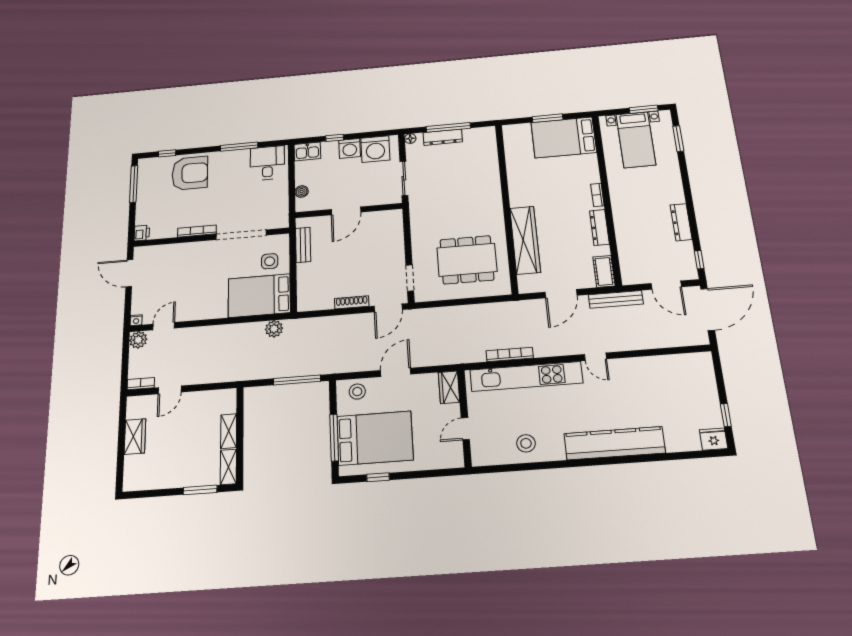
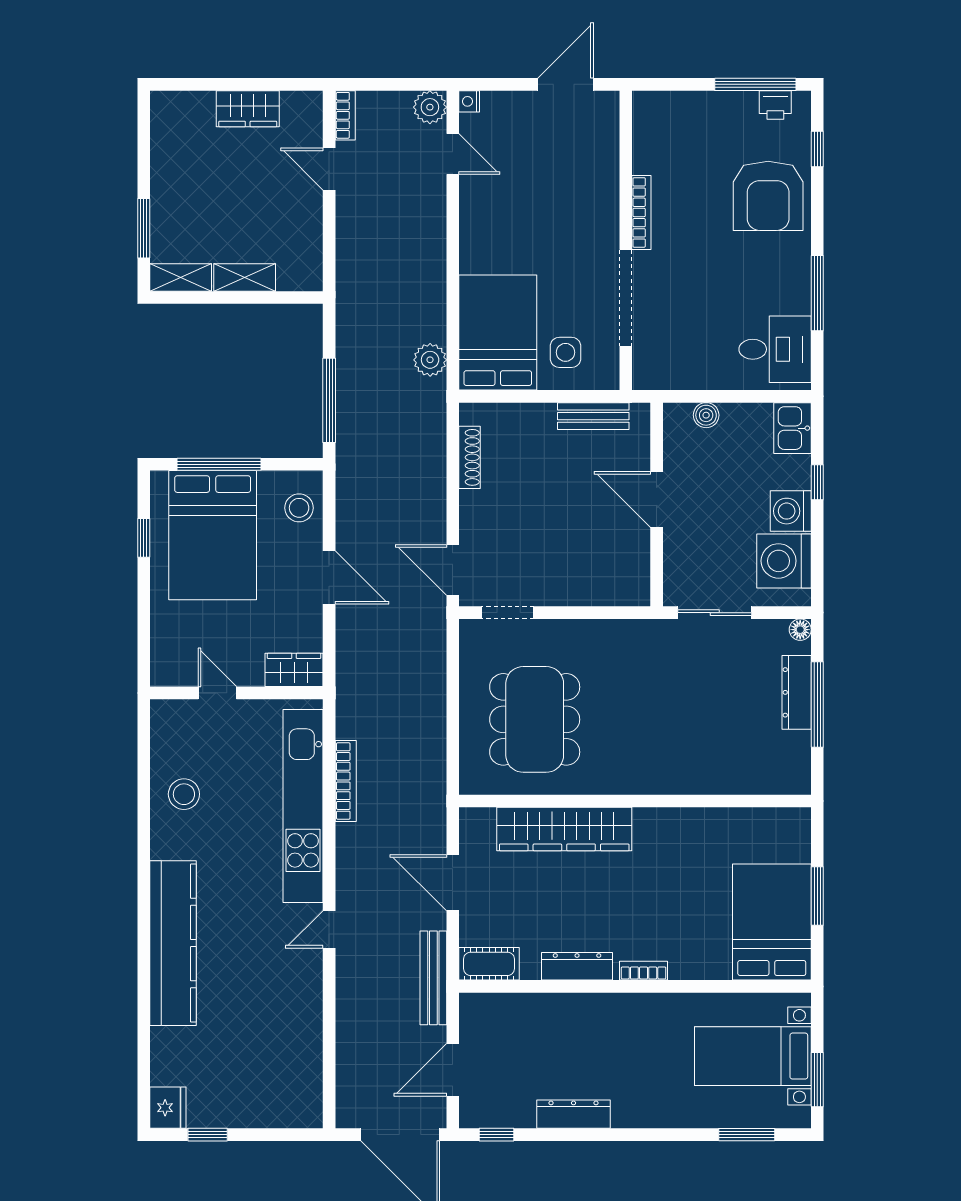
printer: (142, 233) -> (775, 105), moved
shoe rack: (352, 302) -> (469, 457), moved

